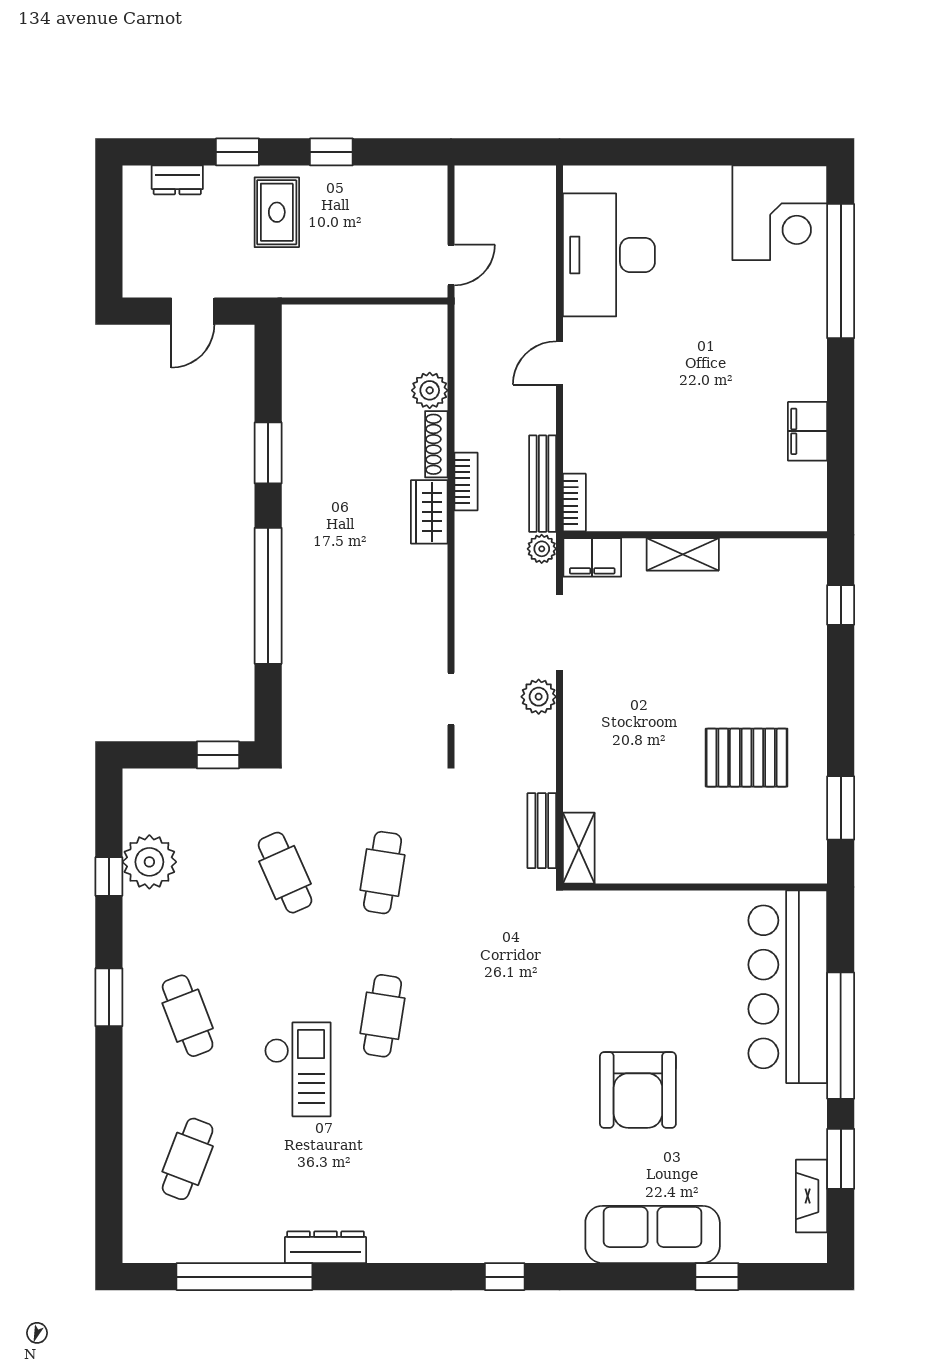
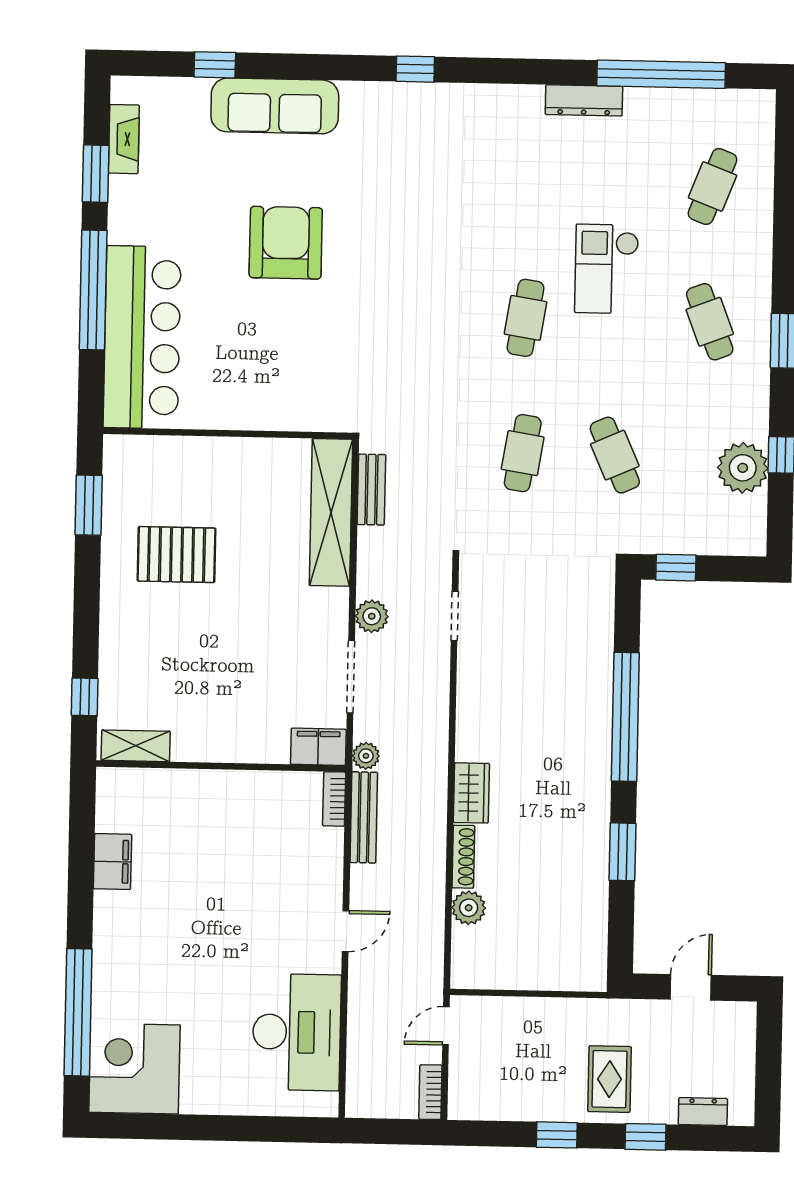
bookcase: (466, 482) -> (430, 1092), moved
shelving: (683, 554) -> (136, 746), moved
shelving: (579, 848) -> (331, 512), width x2.20, depth x1.33

